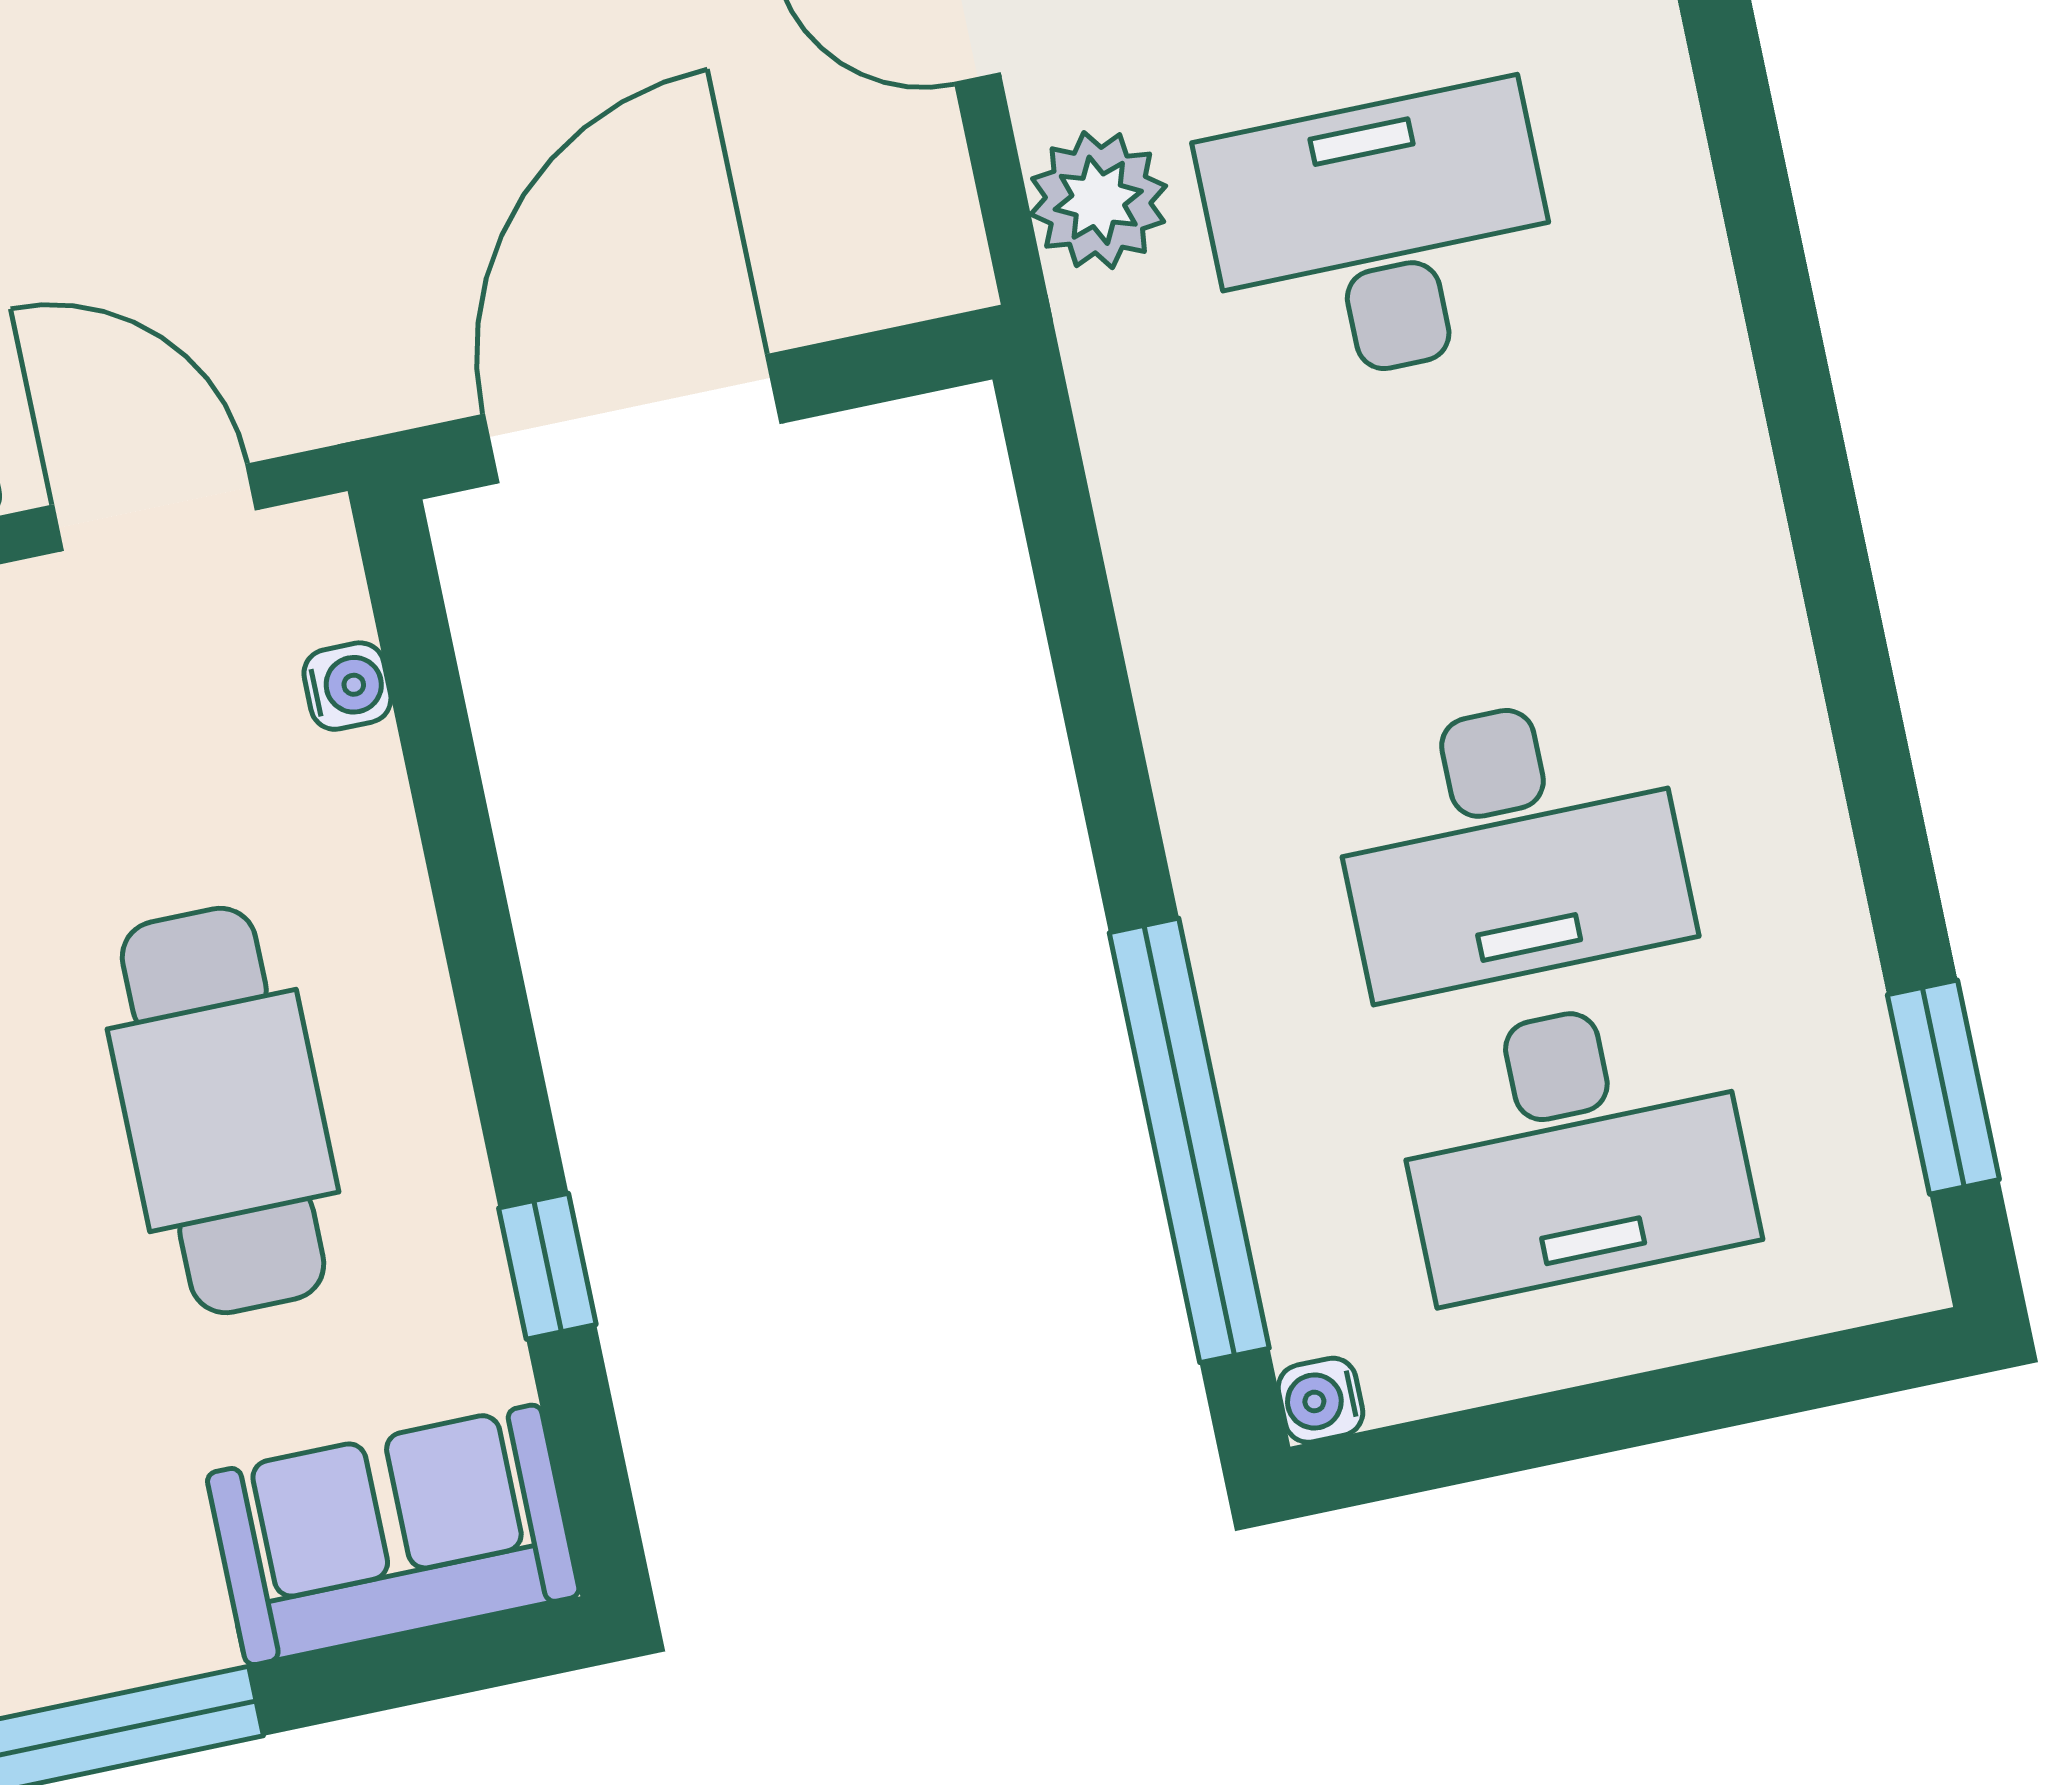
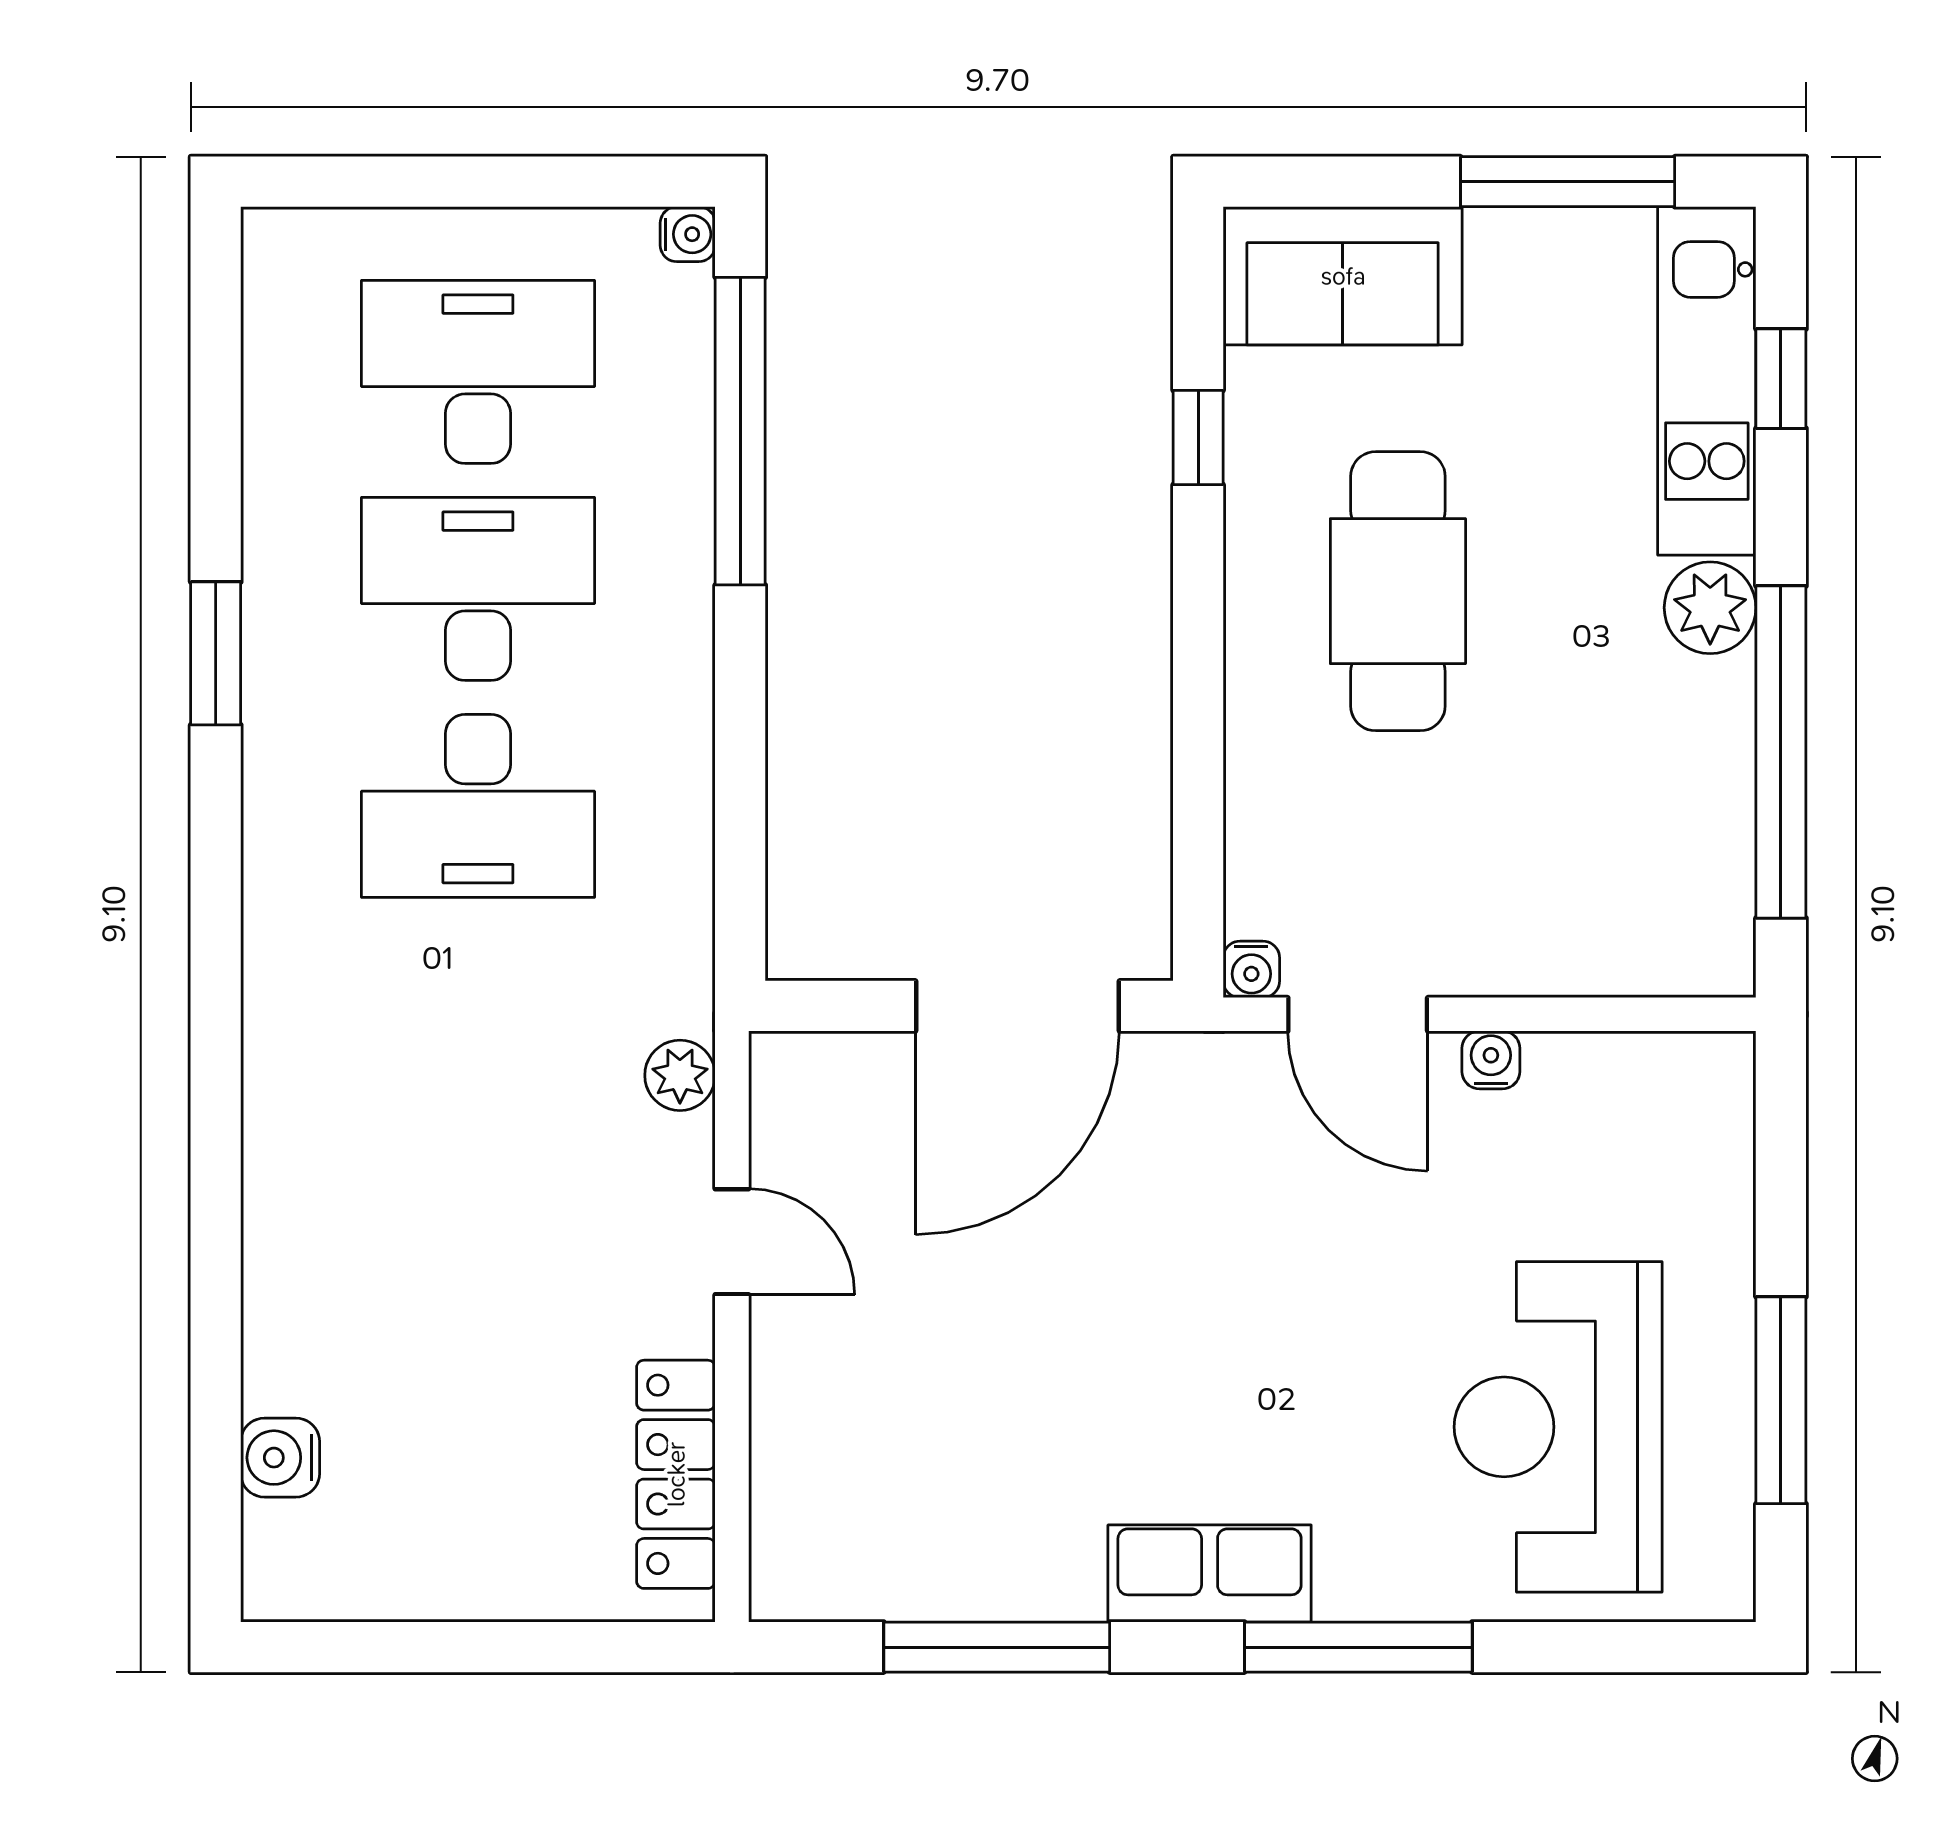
plant: (1098, 200) -> (680, 1075), width x0.73, depth x0.73
desk: (1381, 236) -> (478, 806), moved
water cooler: (347, 686) -> (1251, 969), moved, turned -90
window: (1943, 1087) -> (216, 653), moved

